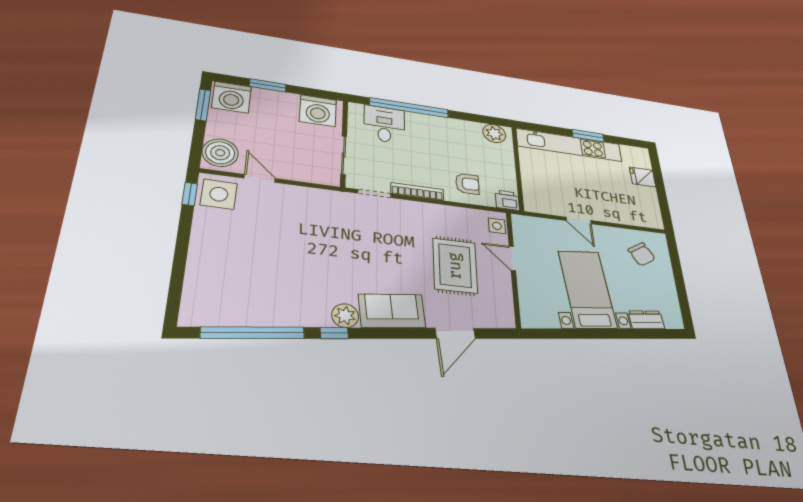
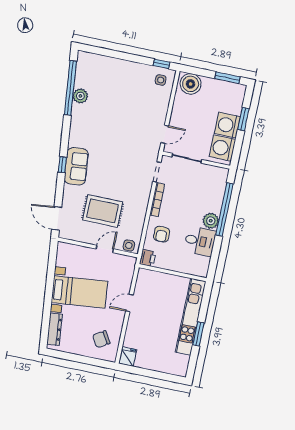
washing machine: (232, 97) -> (227, 125), moved
desk: (384, 124) -> (200, 241), moved
plant: (494, 134) -> (211, 221), moved
fridge: (643, 177) -> (128, 357), moved
door: (260, 178) -> (165, 134), moved
side table: (219, 194) -> (161, 80), width x0.54, depth x0.54
plant: (345, 316) -> (80, 96), moved
dresser: (646, 320) -> (55, 329), width x1.44
window: (334, 333) -> (62, 165), moved
door: (455, 333) -> (57, 218), moved

